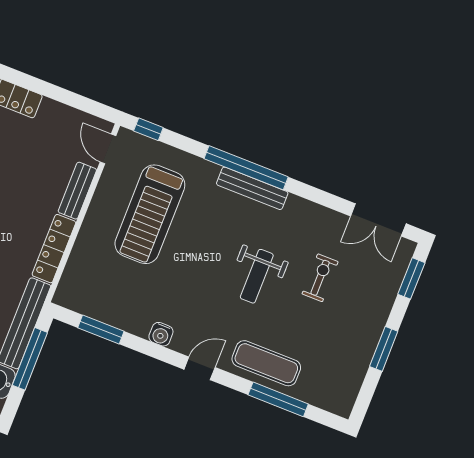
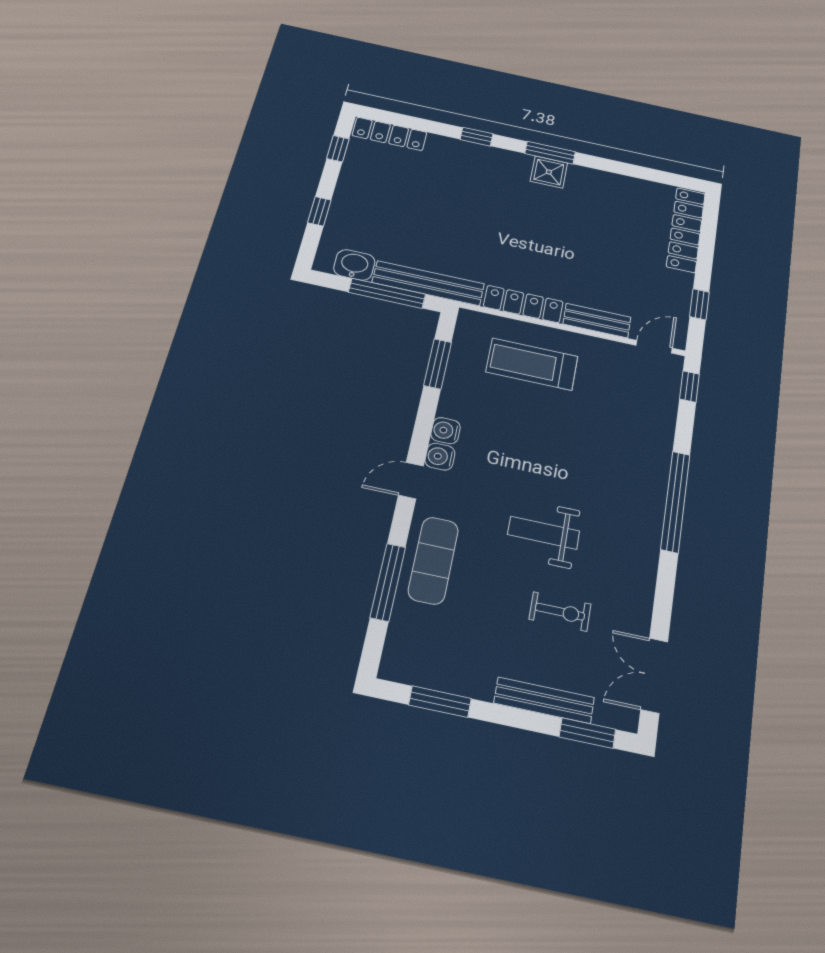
window: (73, 99) -> (699, 304), added
bench: (252, 188) -> (544, 700), moved, turned 90
treadmill: (150, 214) -> (532, 364), moved, width x0.73, depth x0.73
water cooler: (183, 343) -> (440, 457), added
window: (384, 349) -> (440, 702), moved
door: (200, 368) -> (411, 481), swing flipped

